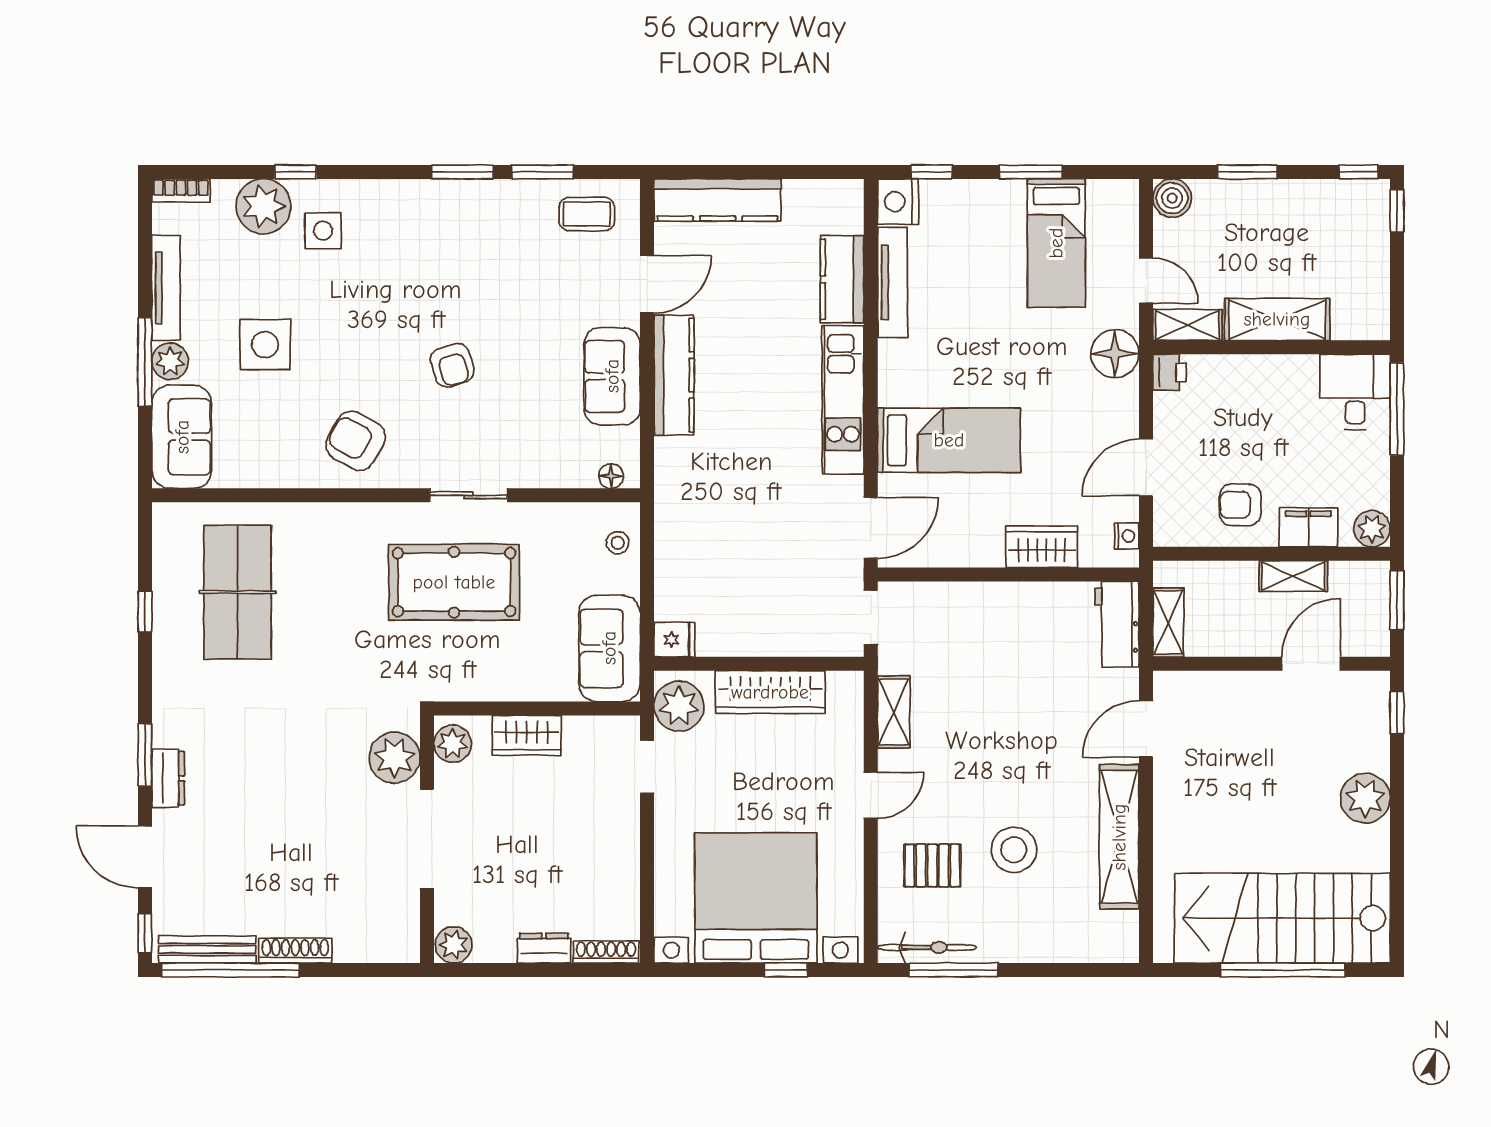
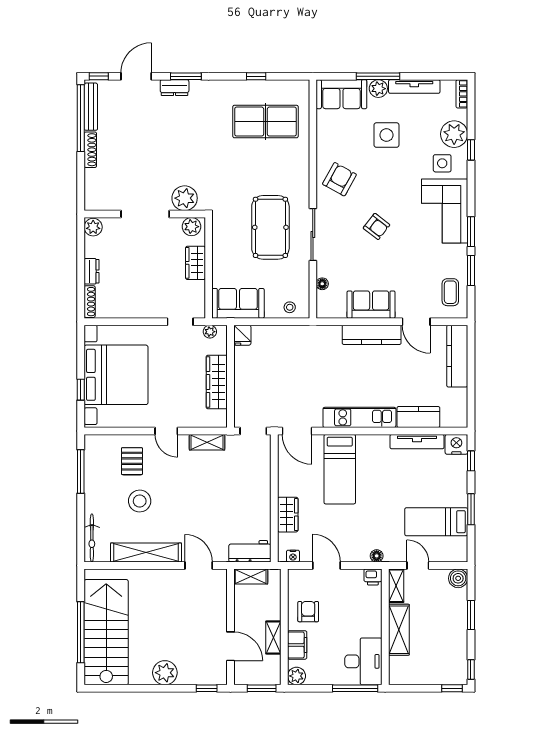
corner sofa: (421, 226) -> (445, 211), added
door: (1146, 280) -> (418, 566), swing flipped
floor lamp: (1115, 354) -> (377, 556), width x0.53, depth x0.53
armchair: (452, 365) -> (376, 226), turned -125
desk: (1355, 392) -> (363, 661), width x1.37
floor lamp: (611, 476) -> (322, 284), moved
sliding door: (468, 495) -> (313, 234), width x1.37
plant: (679, 706) -> (210, 332), width x0.53, depth x0.53
bicycle: (927, 947) -> (92, 538), moved

